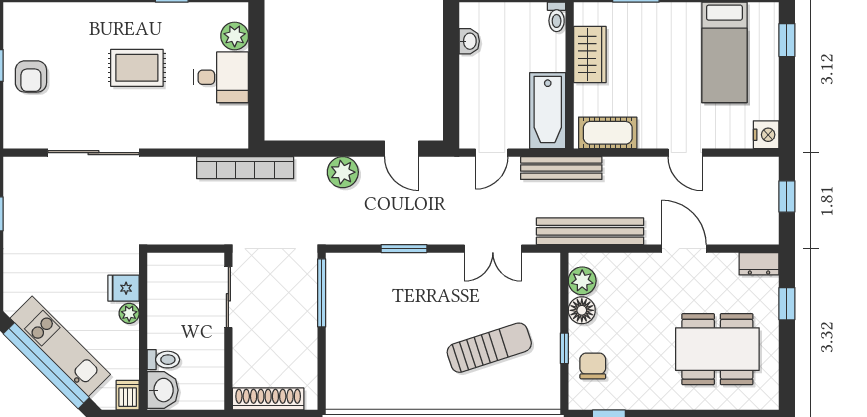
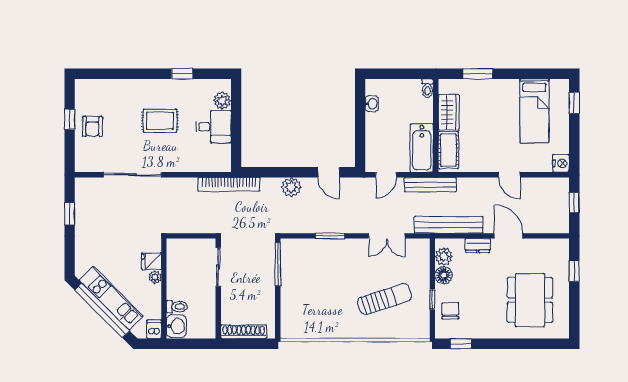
cot: (608, 133) -> (448, 150), moved, turned 90
dresser: (759, 264) -> (478, 246), moved
dining table: (717, 349) -> (530, 300), turned 90

